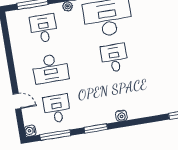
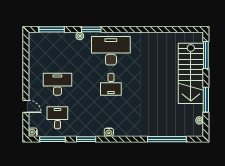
desk: (44, 28) -> (57, 51), removed
desk: (114, 58) -> (111, 84), turned 180
desk: (50, 69) -> (57, 84), turned 180

